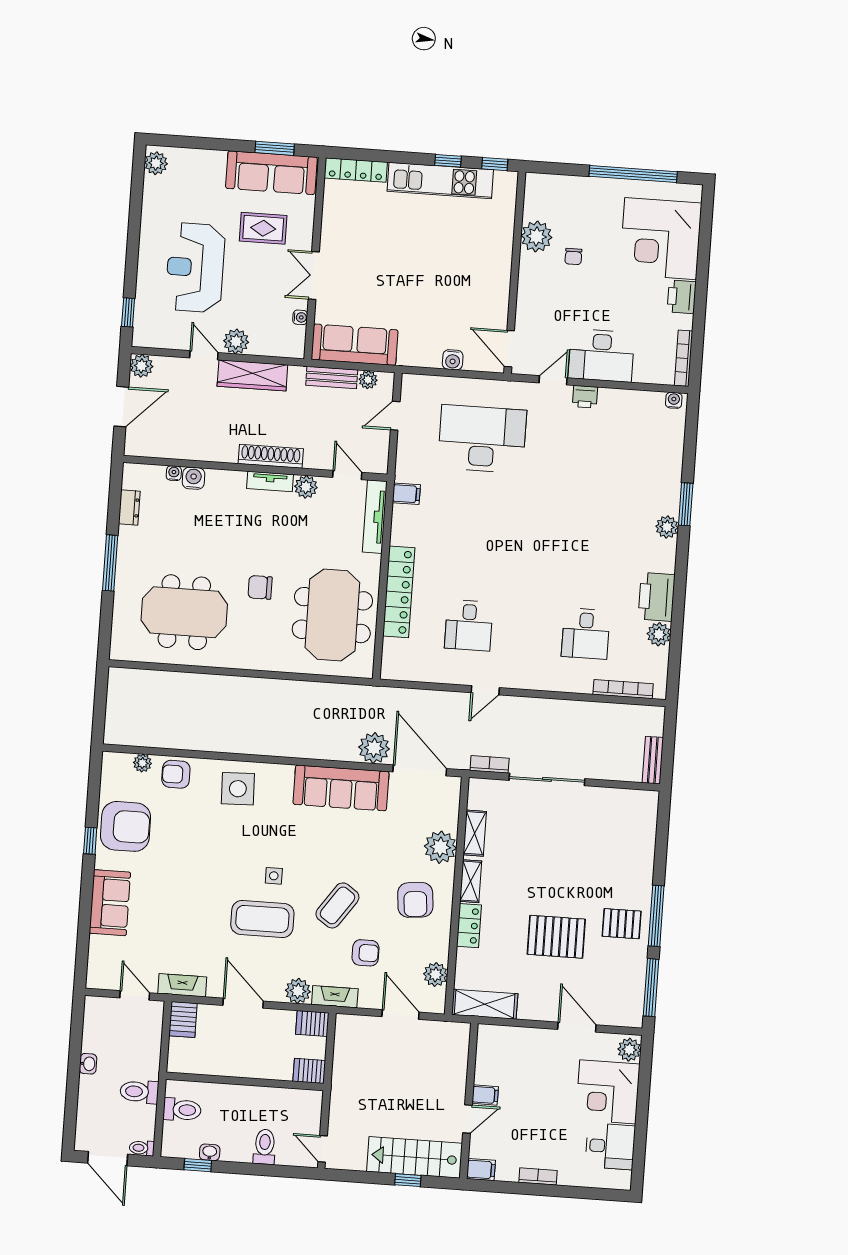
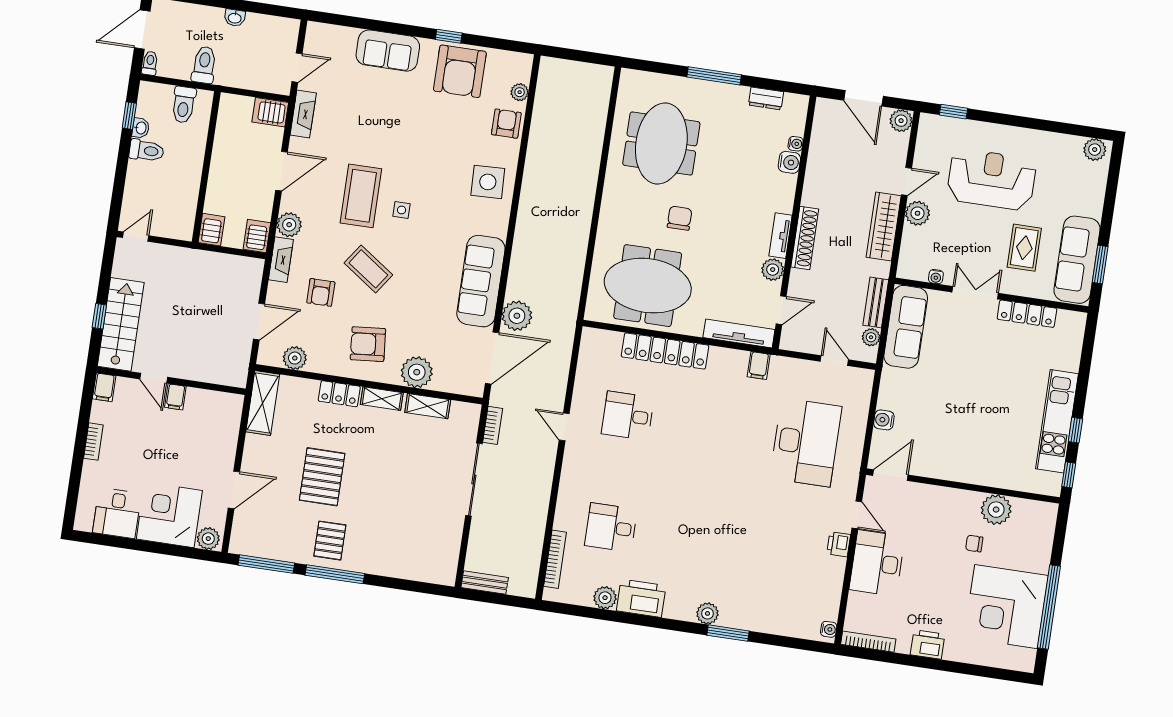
locker: (356, 170) -> (1027, 314), moved, turned -90
corner desk: (661, 239) -> (1006, 607), moved, turned -90
toilet: (265, 1147) -> (147, 151), moved

